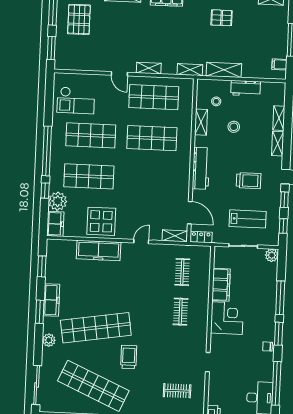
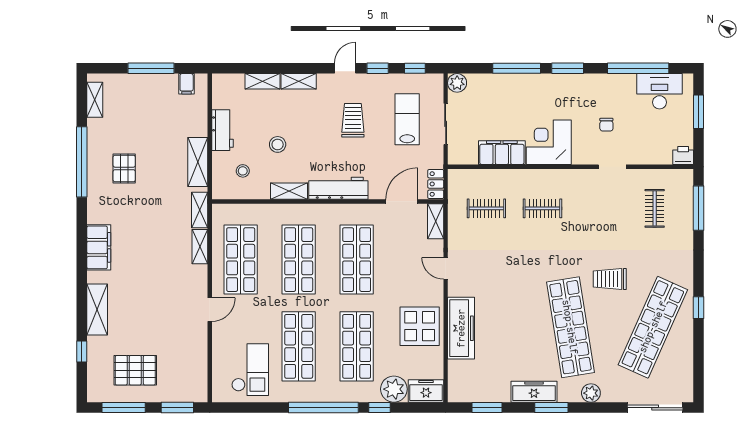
shelving: (149, 68) -> (200, 247), moved
shelving: (201, 122) -> (289, 191), moved
shop shelf: (150, 179) -> (357, 260), added
chair: (268, 347) -> (606, 125), moved

